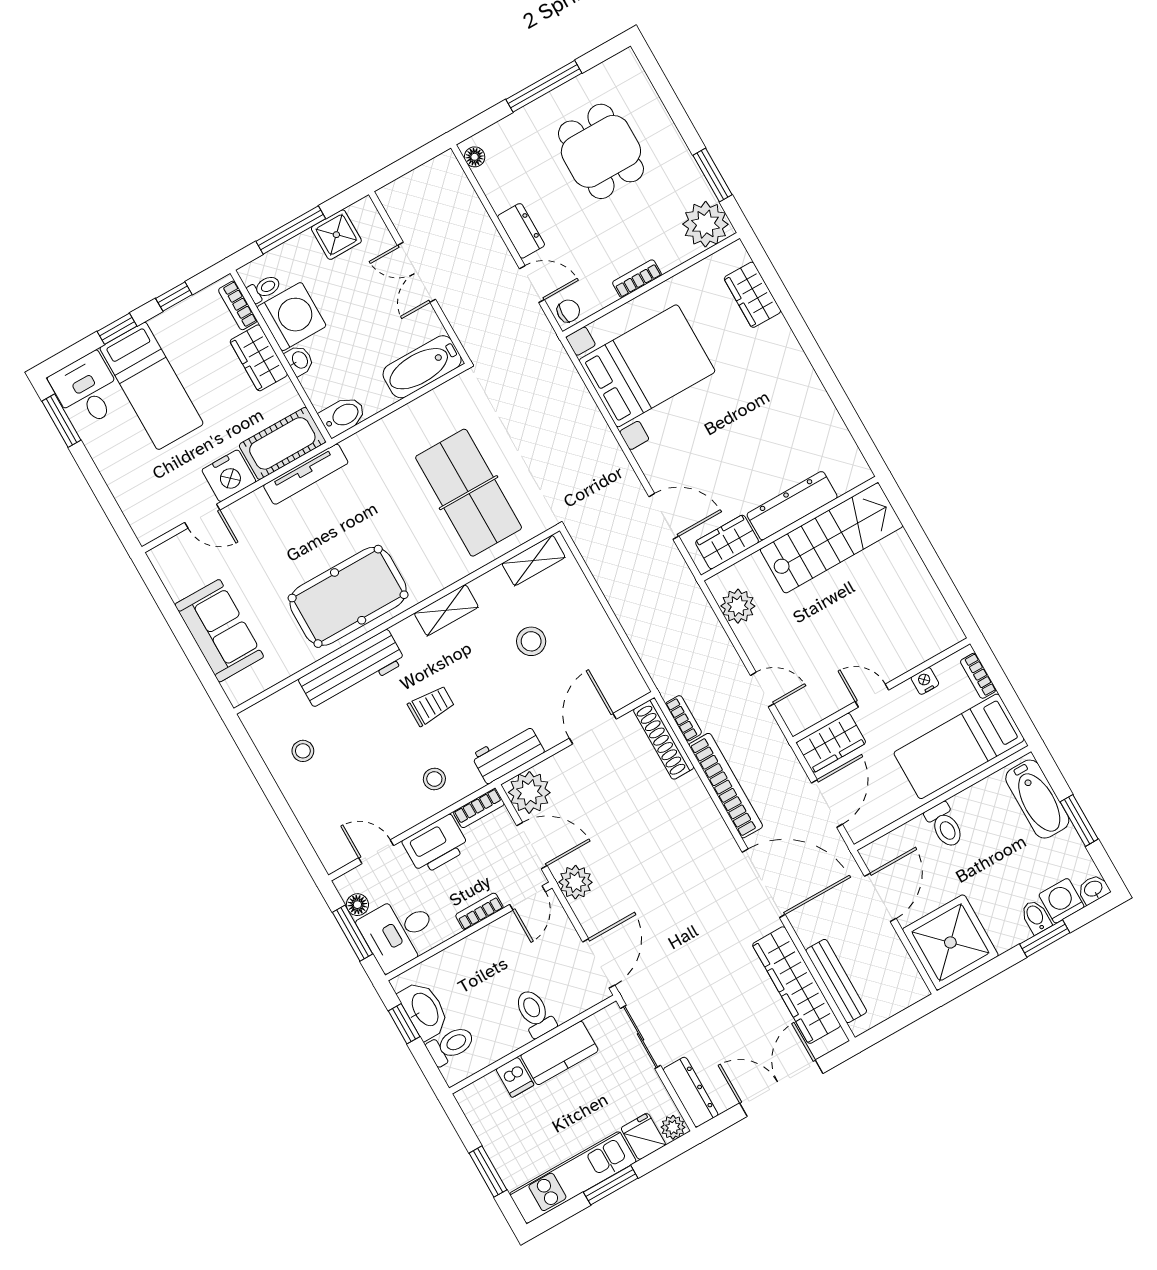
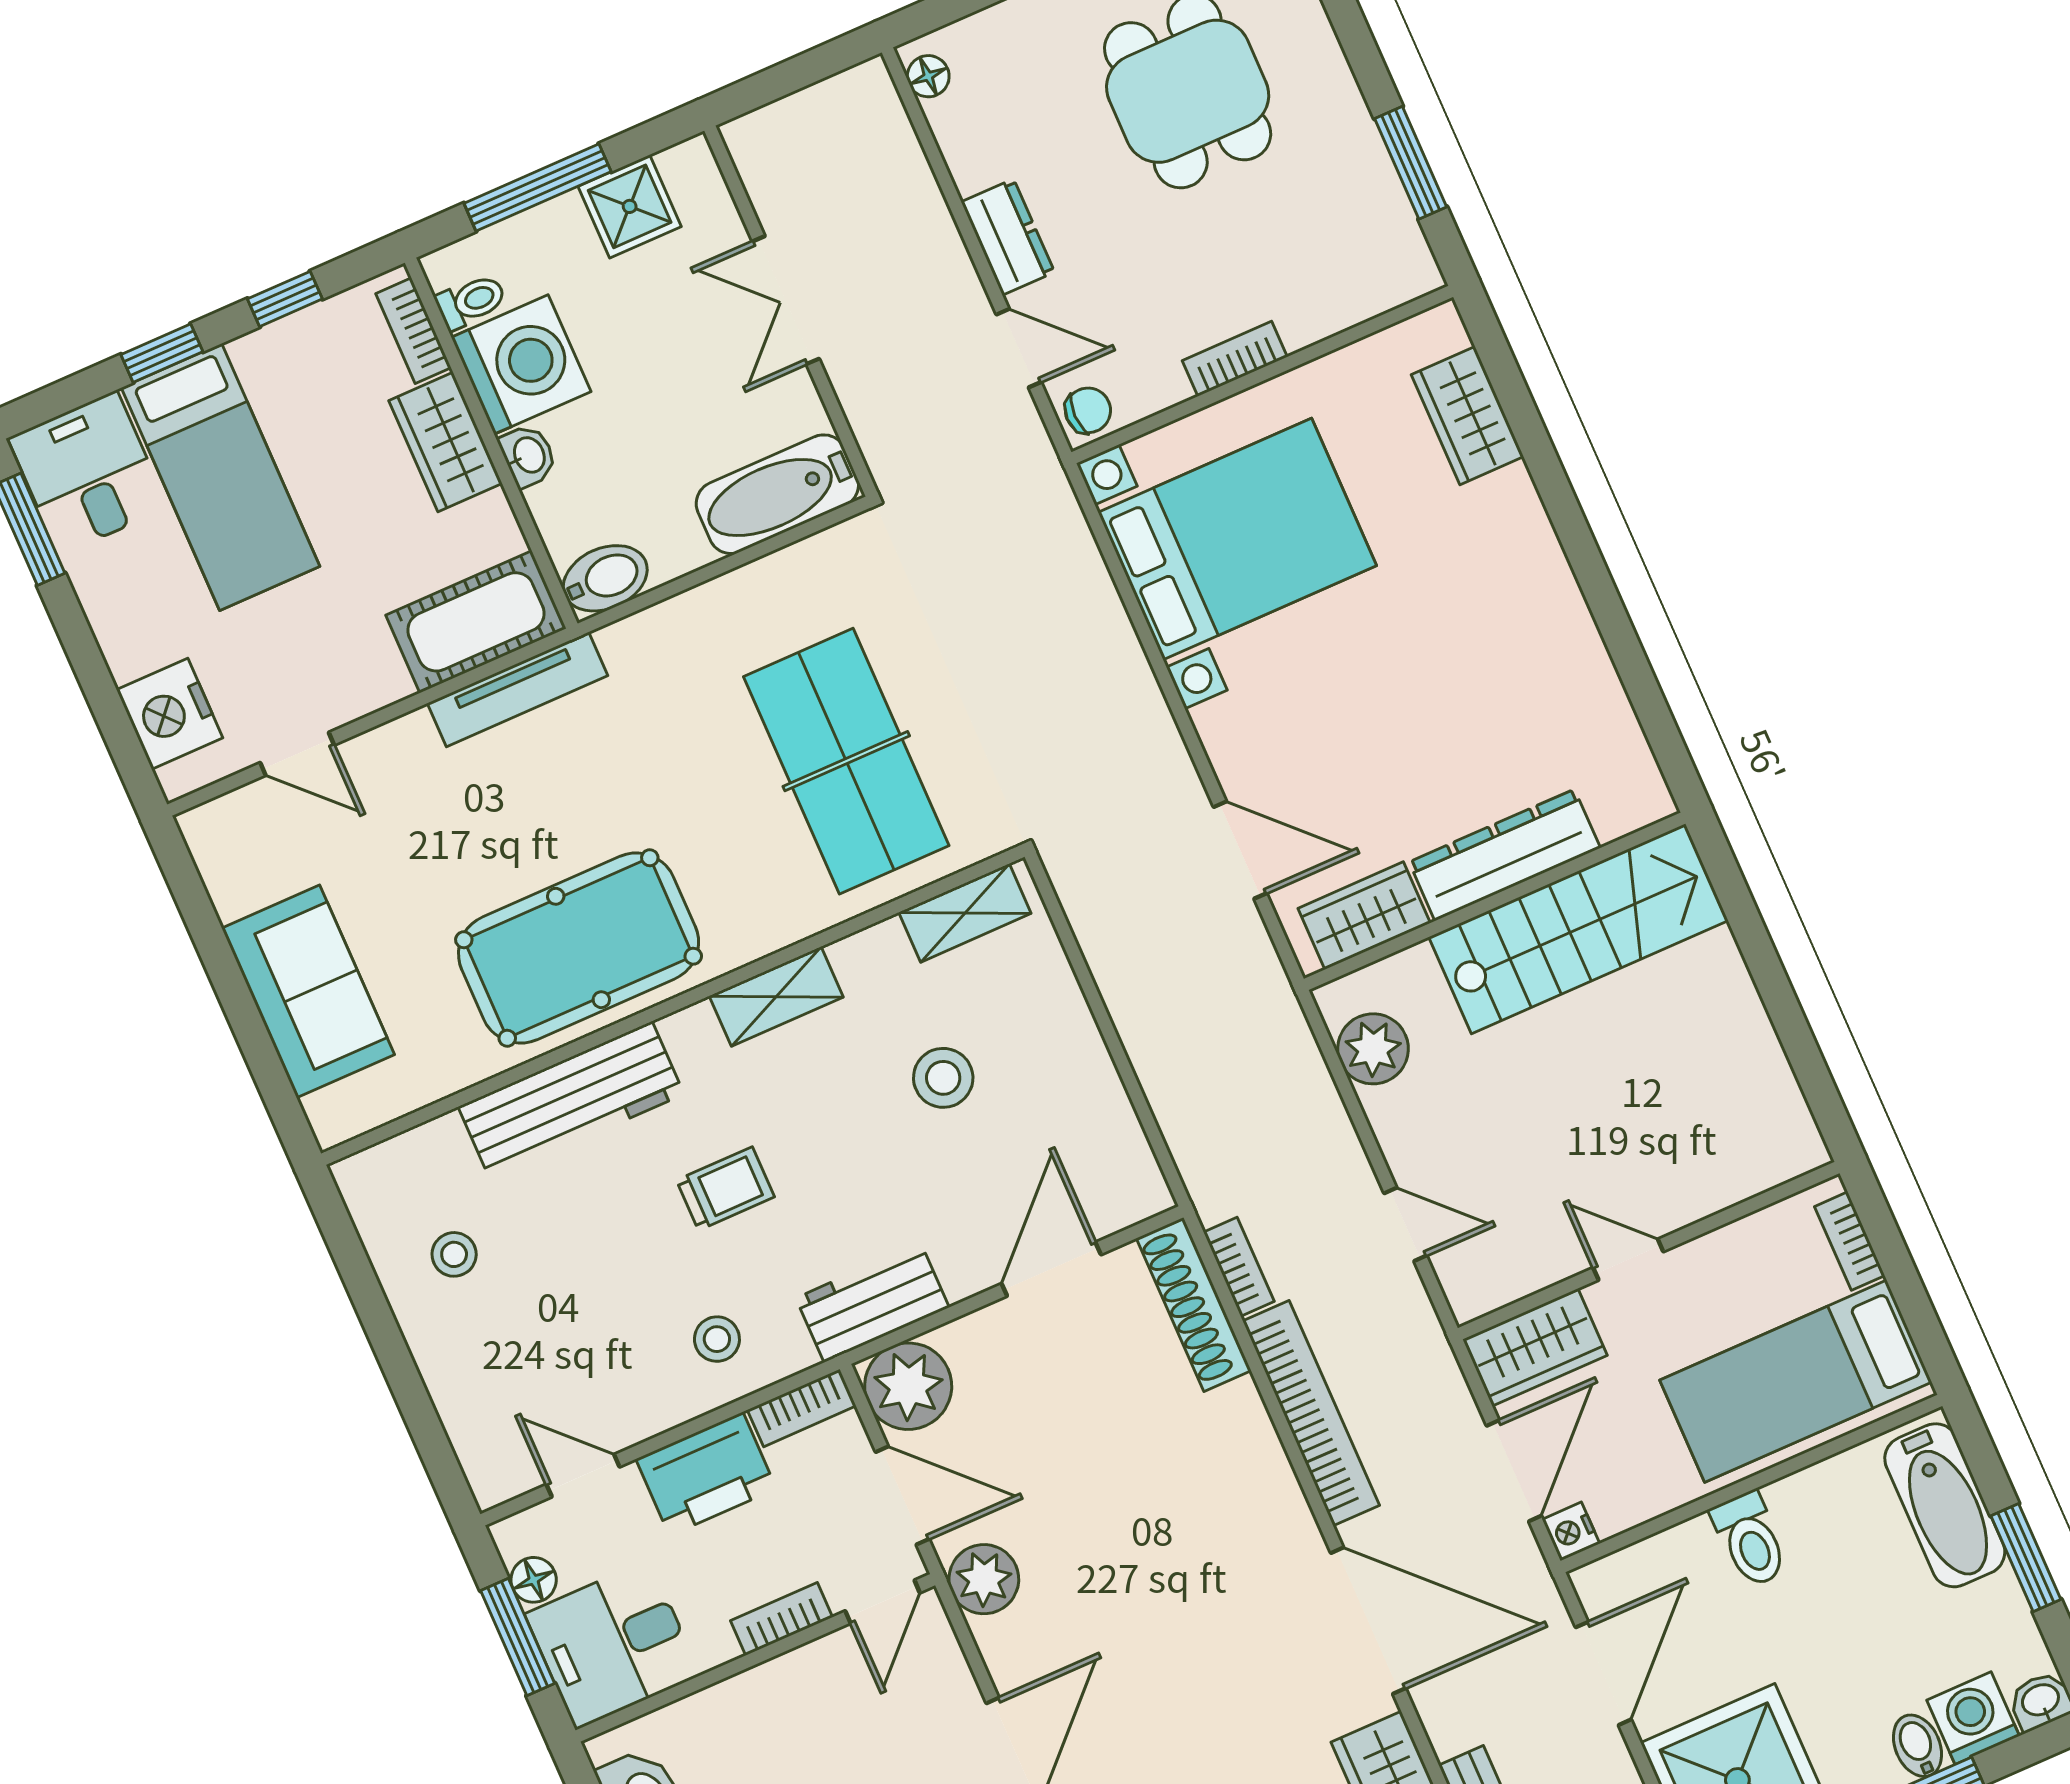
plant: (705, 224) -> (1386, 262), removed
nightstand: (229, 476) -> (170, 714), moved, turned 90
nightstand: (925, 681) -> (1571, 1532), moved, turned -90

